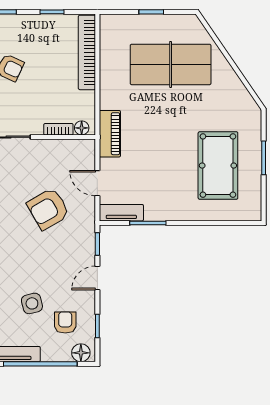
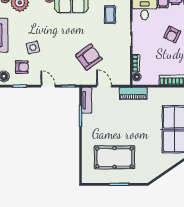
door: (97, 183) -> (104, 86), hinge flipped
armchair: (48, 209) -> (89, 57), turned 84

